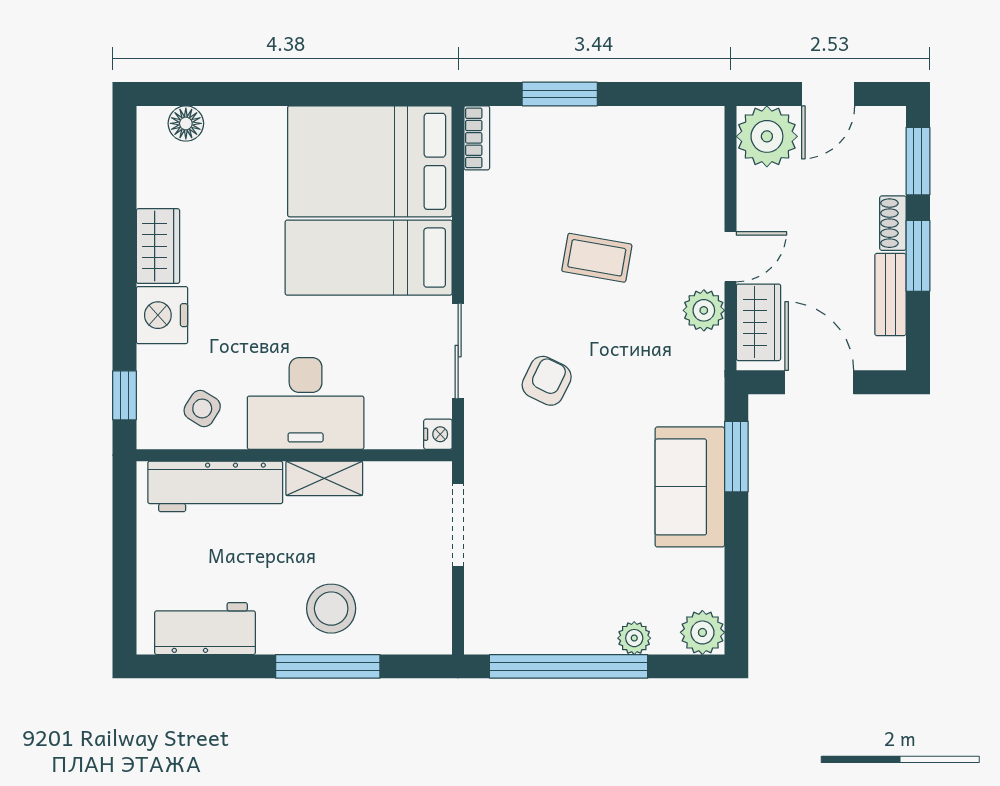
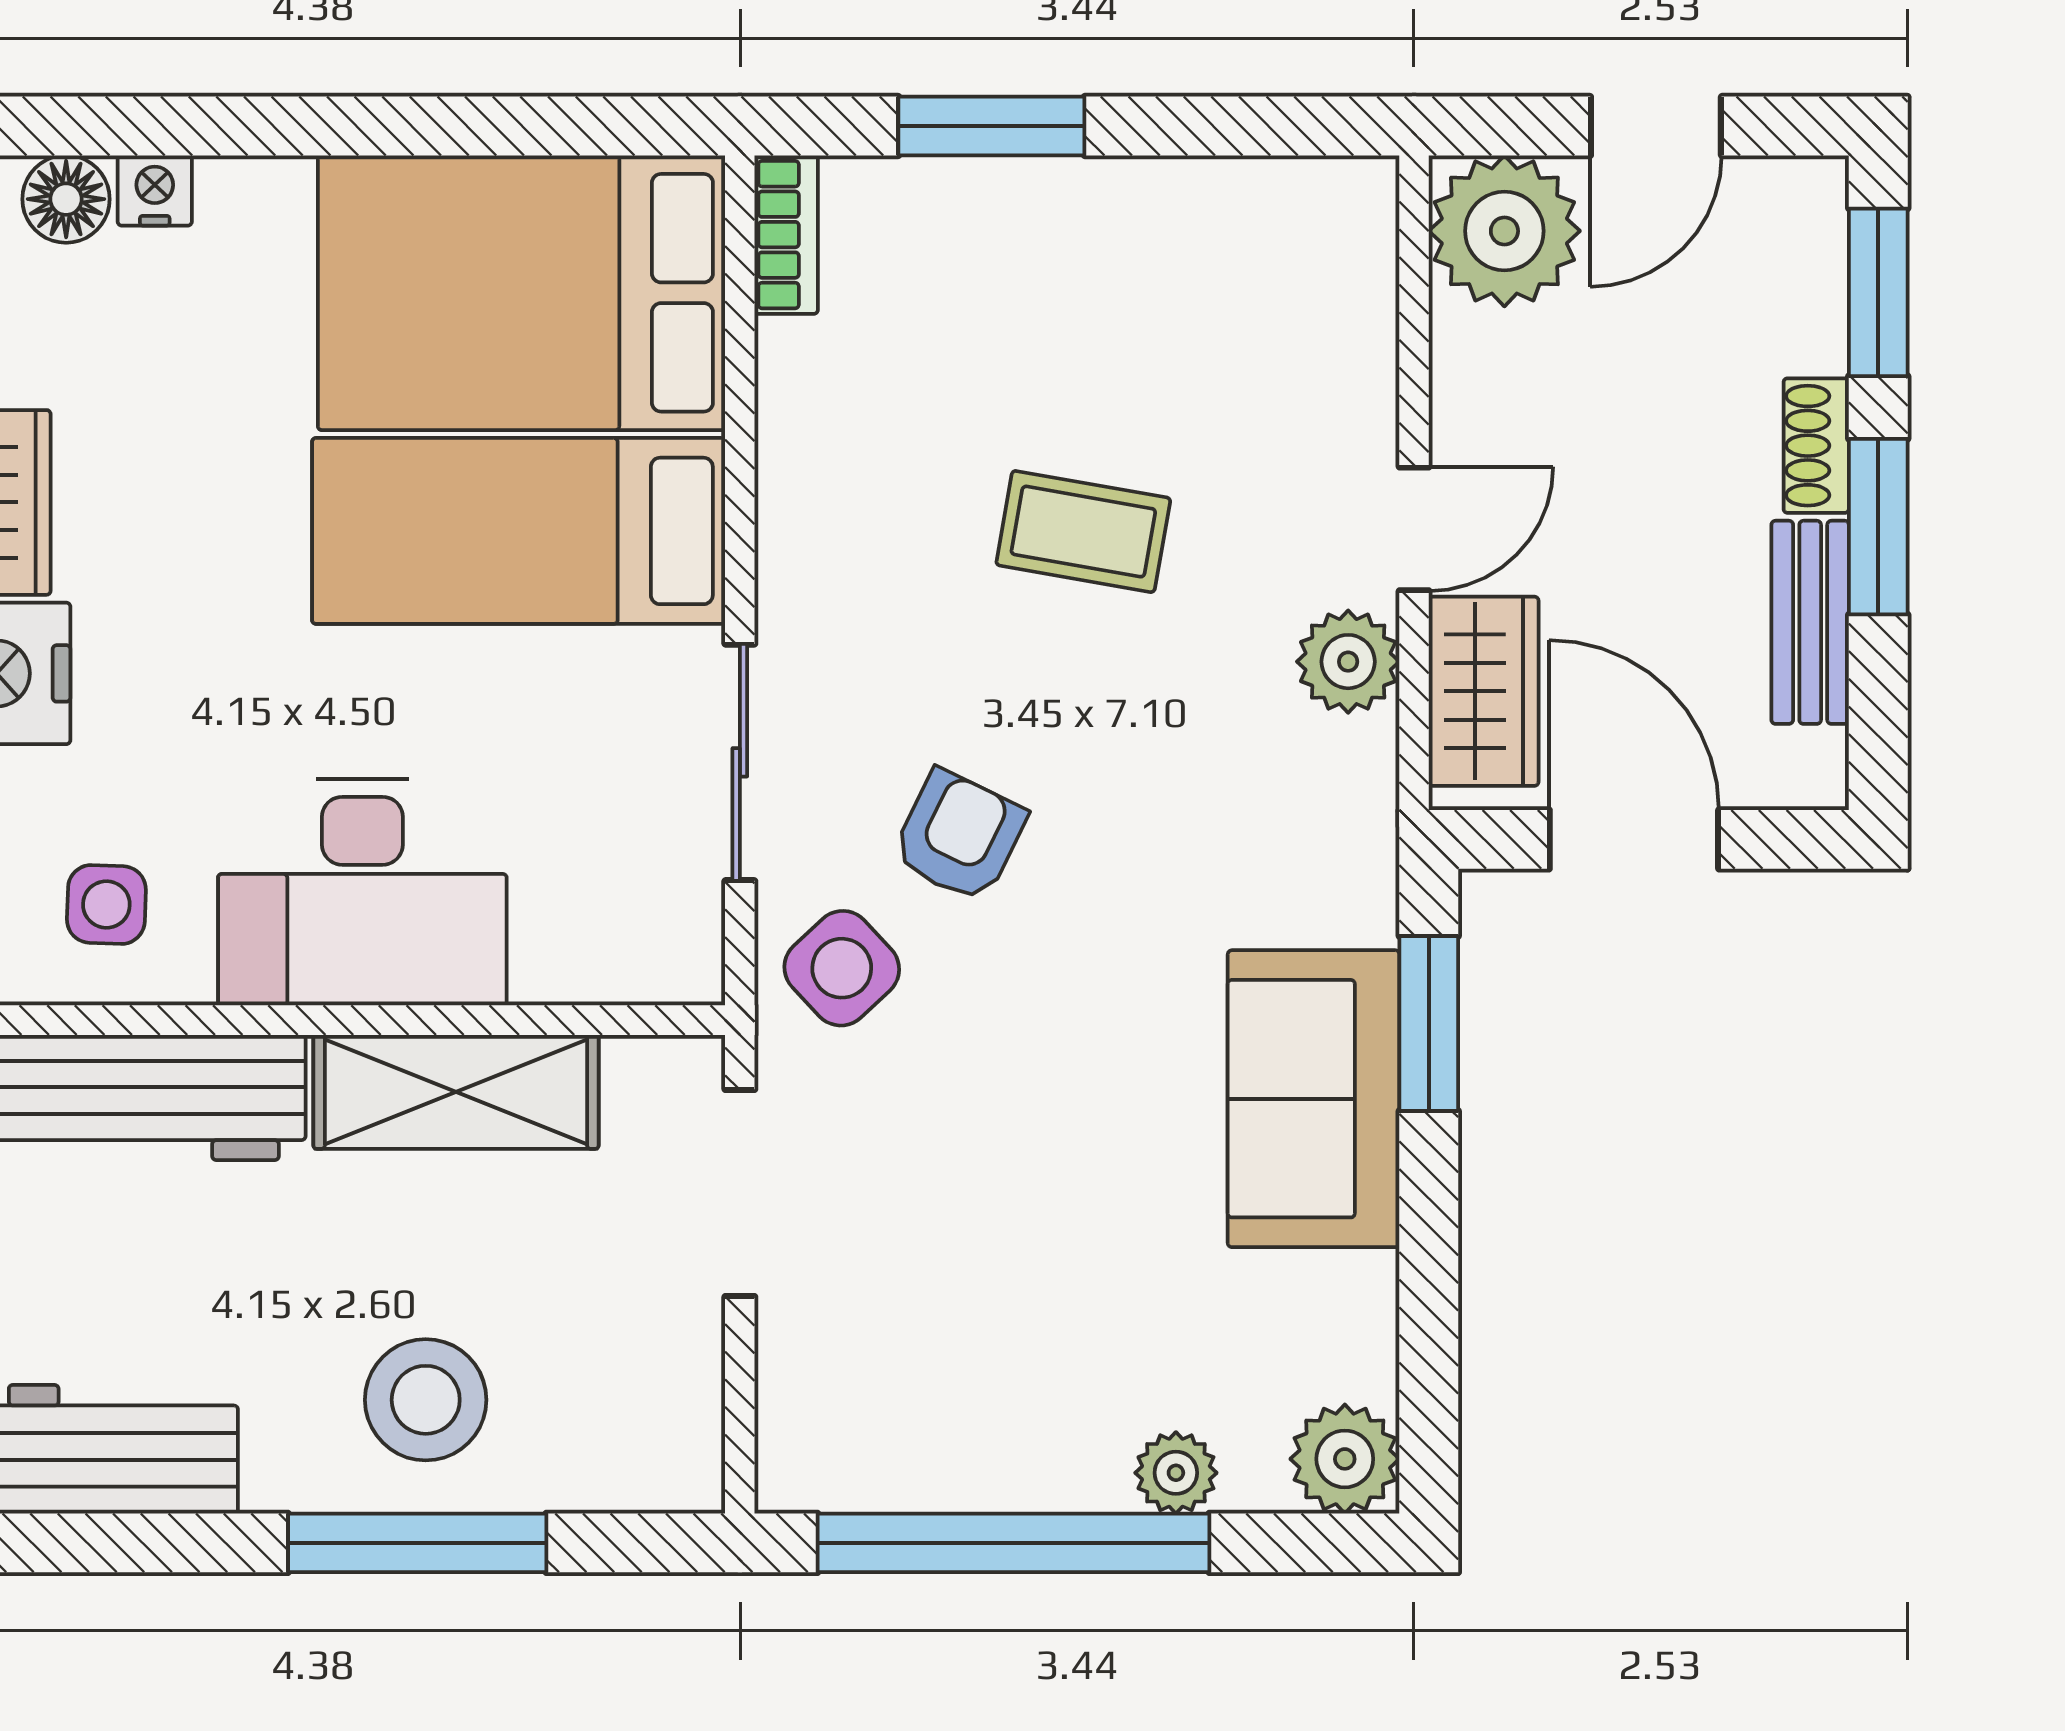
side table: (202, 408) -> (106, 905), turned -30
nightstand: (438, 434) -> (155, 190), moved, turned -90
side table: (499, 434) -> (842, 968), added
shelving: (324, 478) -> (456, 1092), width x1.50, depth x1.33

